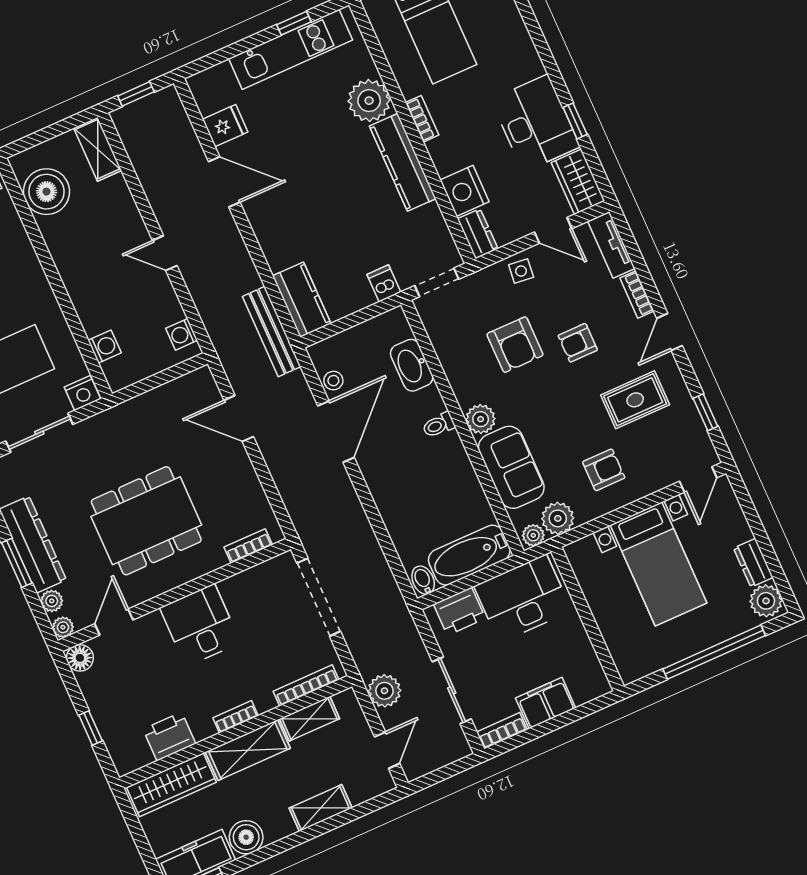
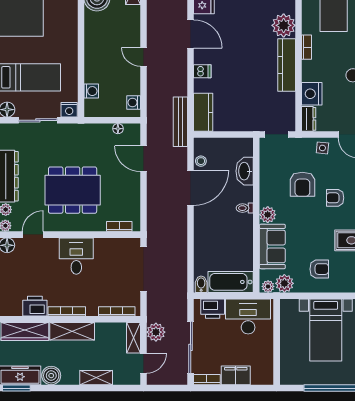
dishwasher: (384, 283) -> (202, 71), moved, turned 90
floor lamp: (175, 388) -> (118, 129), added
sliding door: (452, 690) -> (191, 347), width x1.37
bookcase: (236, 717) -> (67, 311), width x1.56
shelving: (310, 719) -> (133, 338), moved, turned 90

